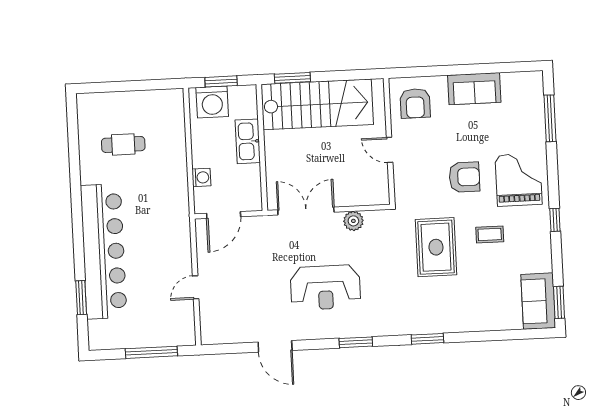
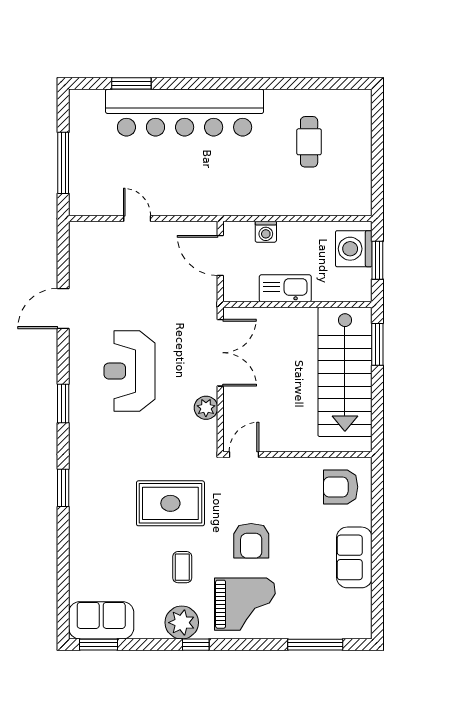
kitchen sink: (248, 141) -> (285, 288), moved
door: (390, 150) -> (244, 454), moved
plant: (537, 233) -> (182, 623), added

